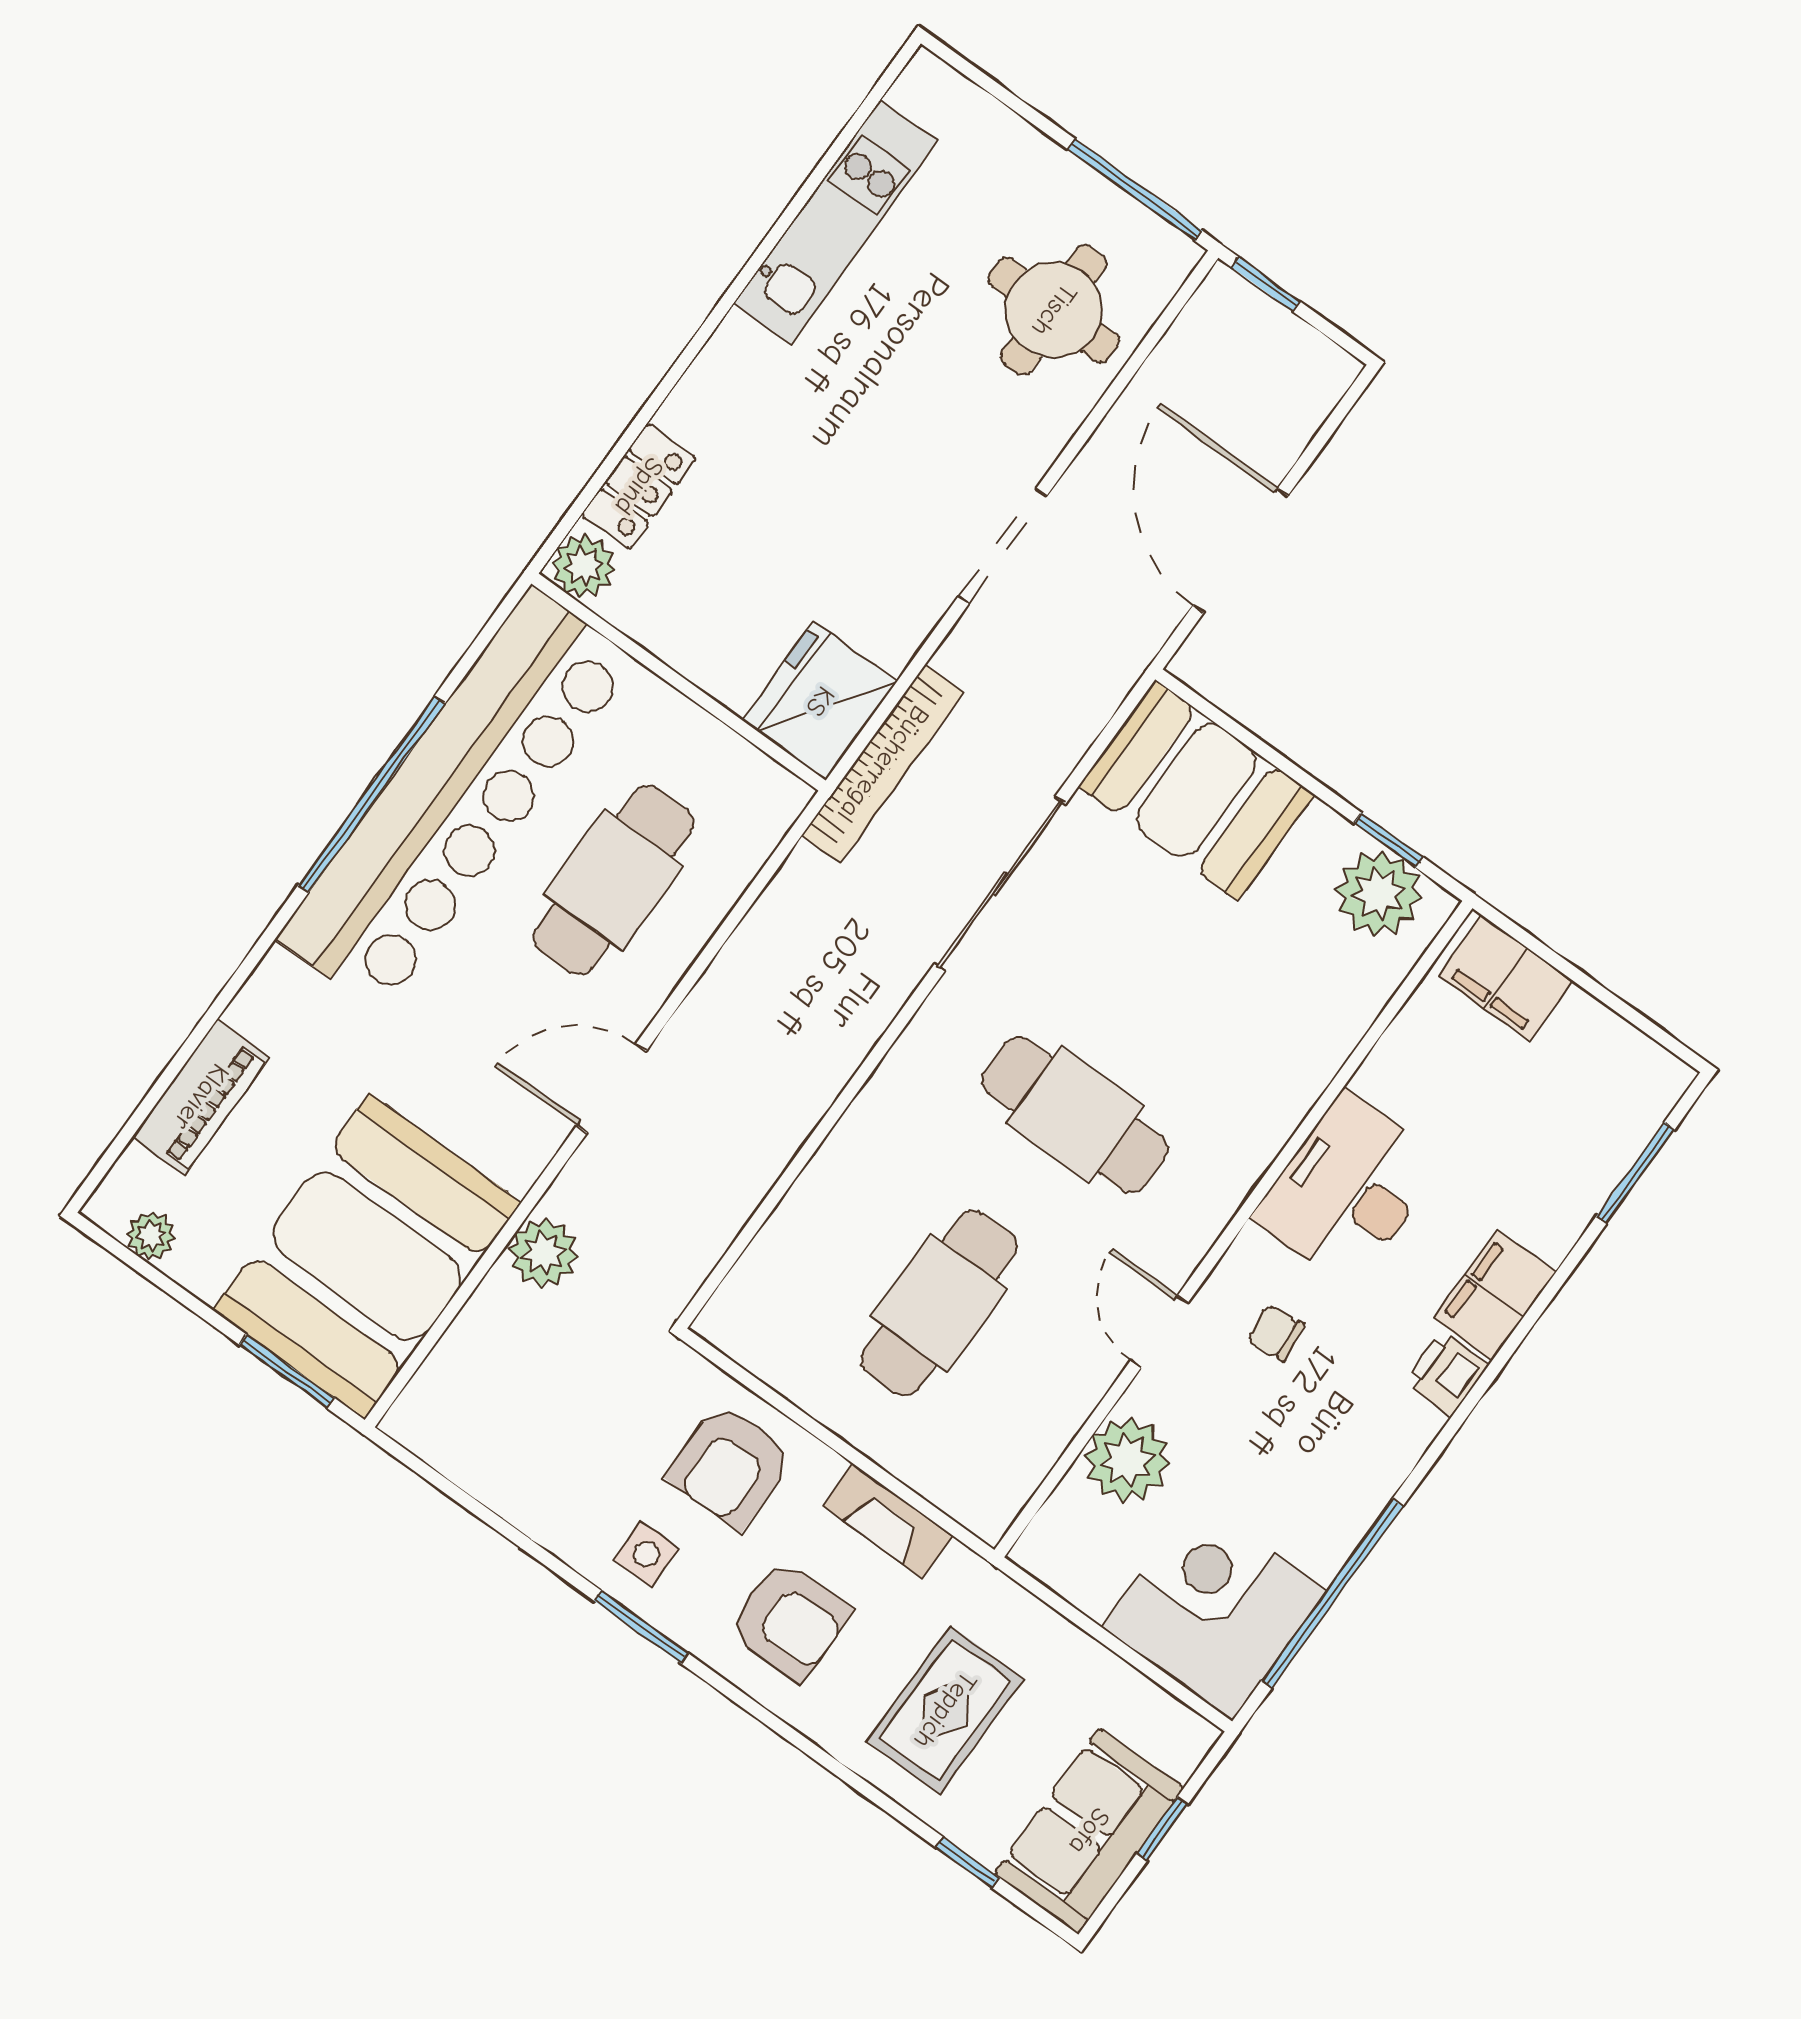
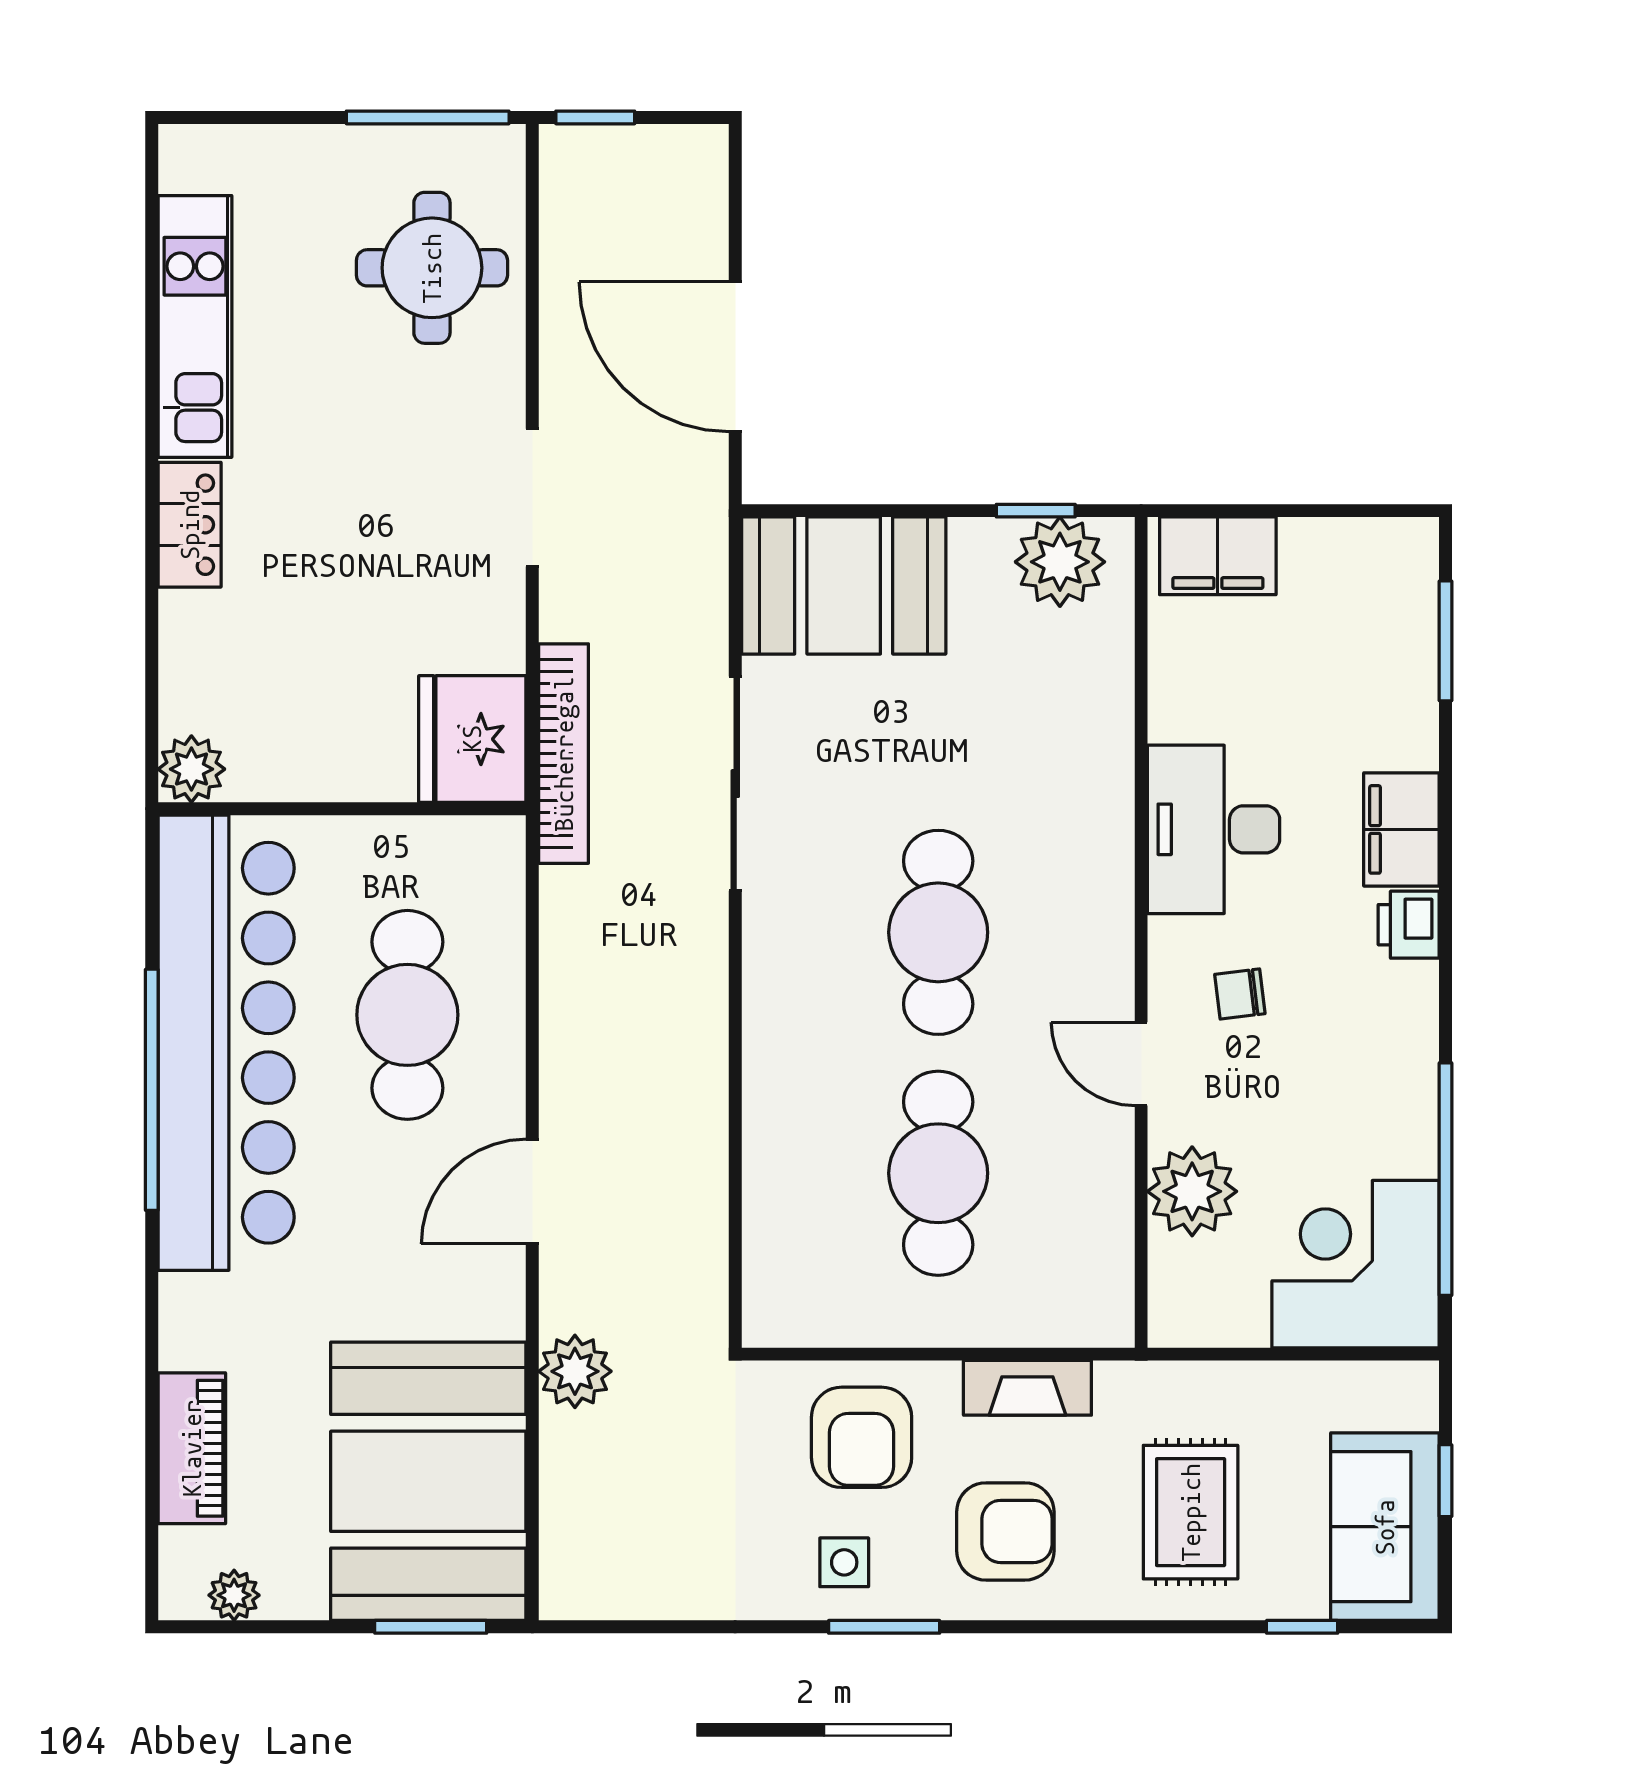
locker: (639, 486) -> (190, 525), moved
cafe table: (1075, 1115) -> (938, 932), turned 90

